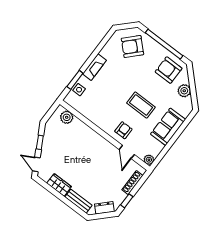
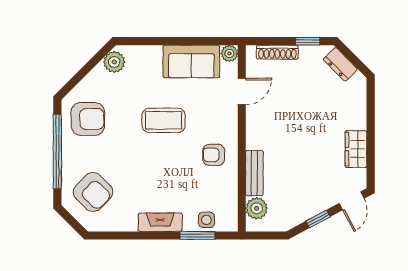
armchair: (169, 70) -> (88, 119), turned -90
plant: (184, 91) -> (114, 62), moved
coffee table: (141, 105) -> (164, 120), turned 90
sofa: (168, 127) -> (191, 61), moved
armchair: (123, 130) -> (214, 155), moved
bench: (78, 201) -> (254, 173), moved

